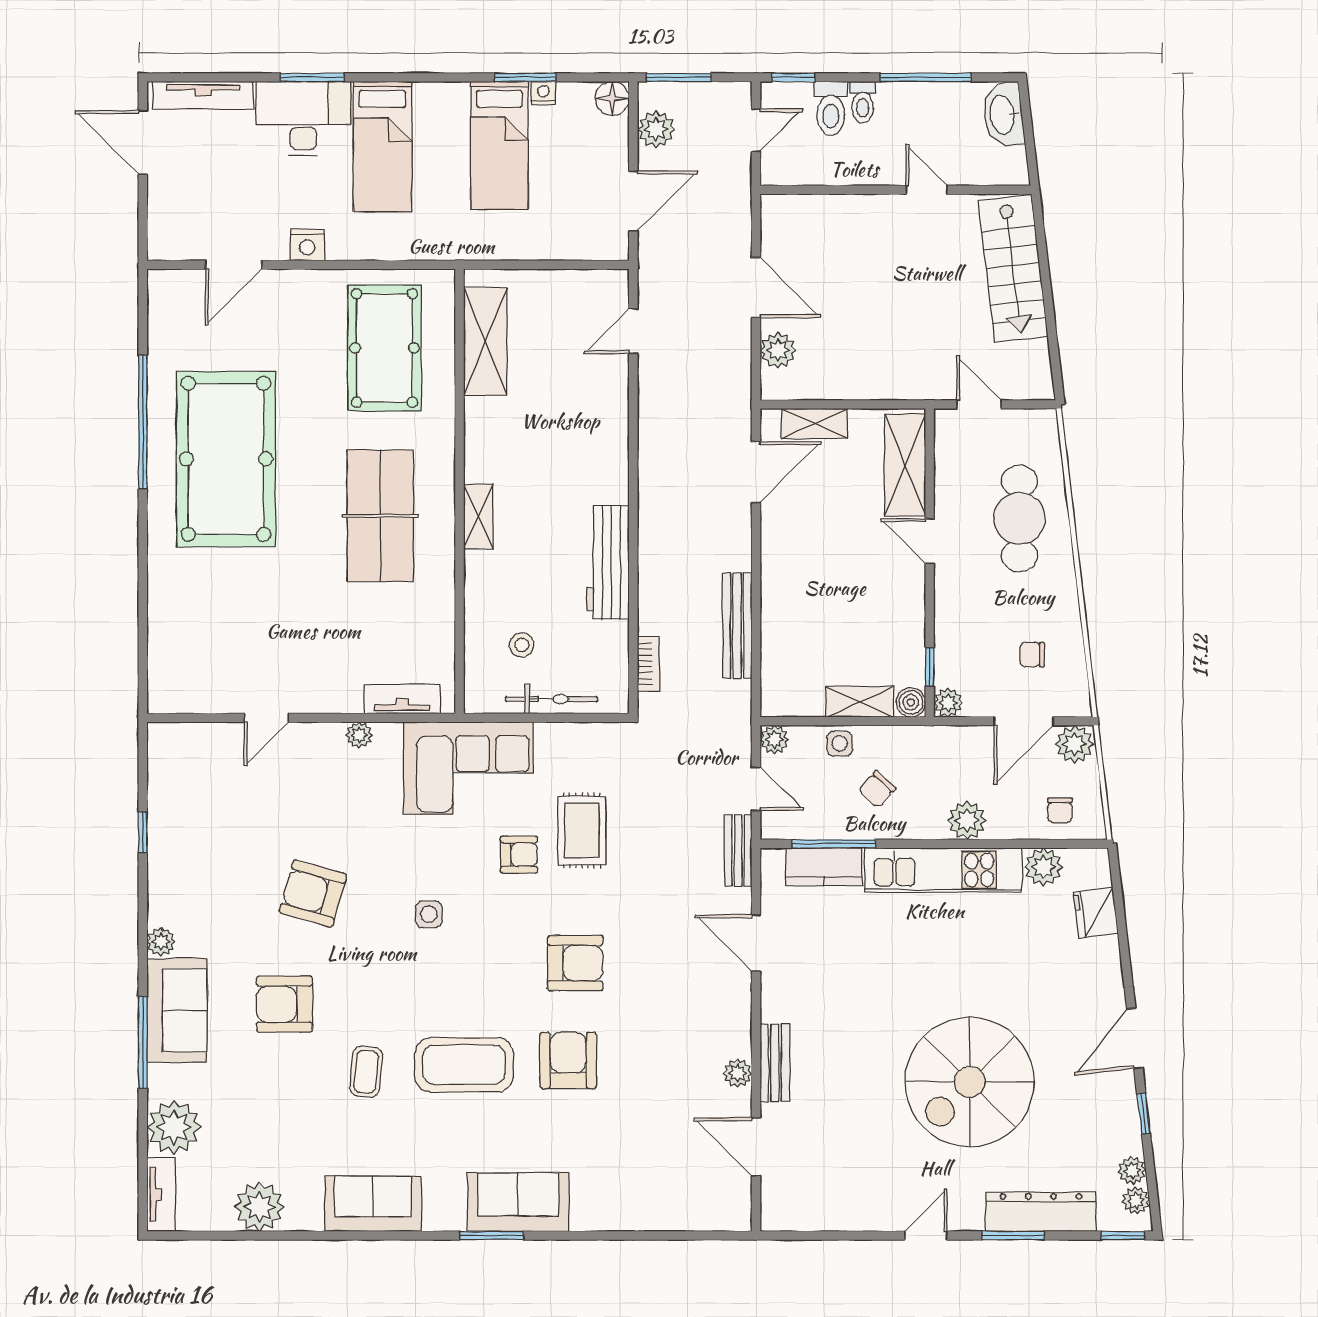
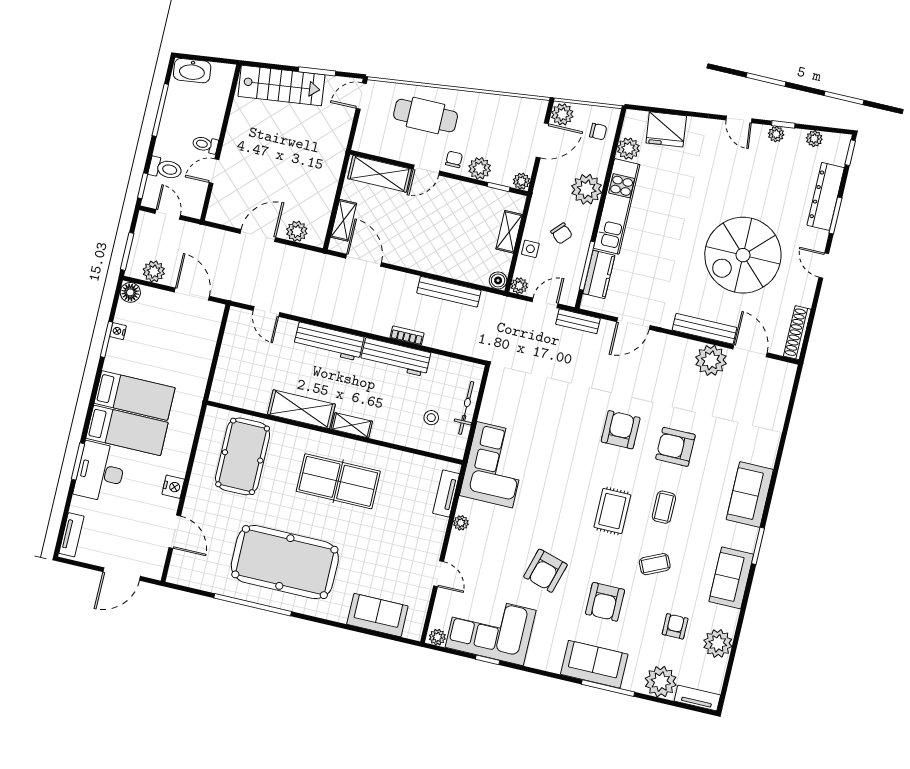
tv unit: (203, 95) -> (71, 535), width x0.71
toilet: (863, 102) -> (205, 145), moved, turned 180
door: (143, 142) -> (122, 574), moved
bed: (499, 145) -> (135, 395), moved
door: (927, 190) -> (214, 171), moved
window: (1051, 322) -> (317, 71), added
shelving: (485, 342) -> (301, 409), moved
pool table: (384, 348) -> (243, 456), turned 90
door: (979, 404) -> (361, 96), moved
workbench: (608, 446) -> (329, 342), added
plant: (953, 628) -> (480, 168), added
sofa: (174, 633) -> (377, 615), added
chair: (1032, 655) -> (454, 159), moved, turned 180
bookcase: (648, 664) -> (407, 336), moved
boiler: (911, 702) -> (498, 280), moved
door: (1024, 721) -> (542, 140), hinge flipped
plant: (967, 820) -> (587, 189), width x1.36, depth x1.36
corner sofa: (195, 825) -> (491, 629), added
rug: (582, 830) -> (612, 511), moved, turned 90
armchair: (519, 855) -> (675, 626), moved
fridge: (1096, 913) -> (666, 129), width x1.36, depth x1.34
side table: (429, 914) -> (573, 507), removed
plant: (161, 942) -> (437, 637), moved
door: (1135, 1038) -> (739, 119), width x0.73
bench: (775, 1063) -> (705, 329), width x1.36
coffee table: (464, 1065) -> (664, 507), width x0.54, depth x0.58
coffee table: (366, 1072) -> (655, 564), turned -31
plant: (738, 1073) -> (711, 360), width x1.87, depth x1.87
spiral stairs: (970, 1082) -> (743, 255), moved, turned 90
door: (756, 1147) -> (750, 351), swing flipped
plant: (1136, 1201) -> (776, 134), moved
shoe rack: (804, 1218) -> (797, 333), added
window: (492, 1236) -> (758, 546), moved

